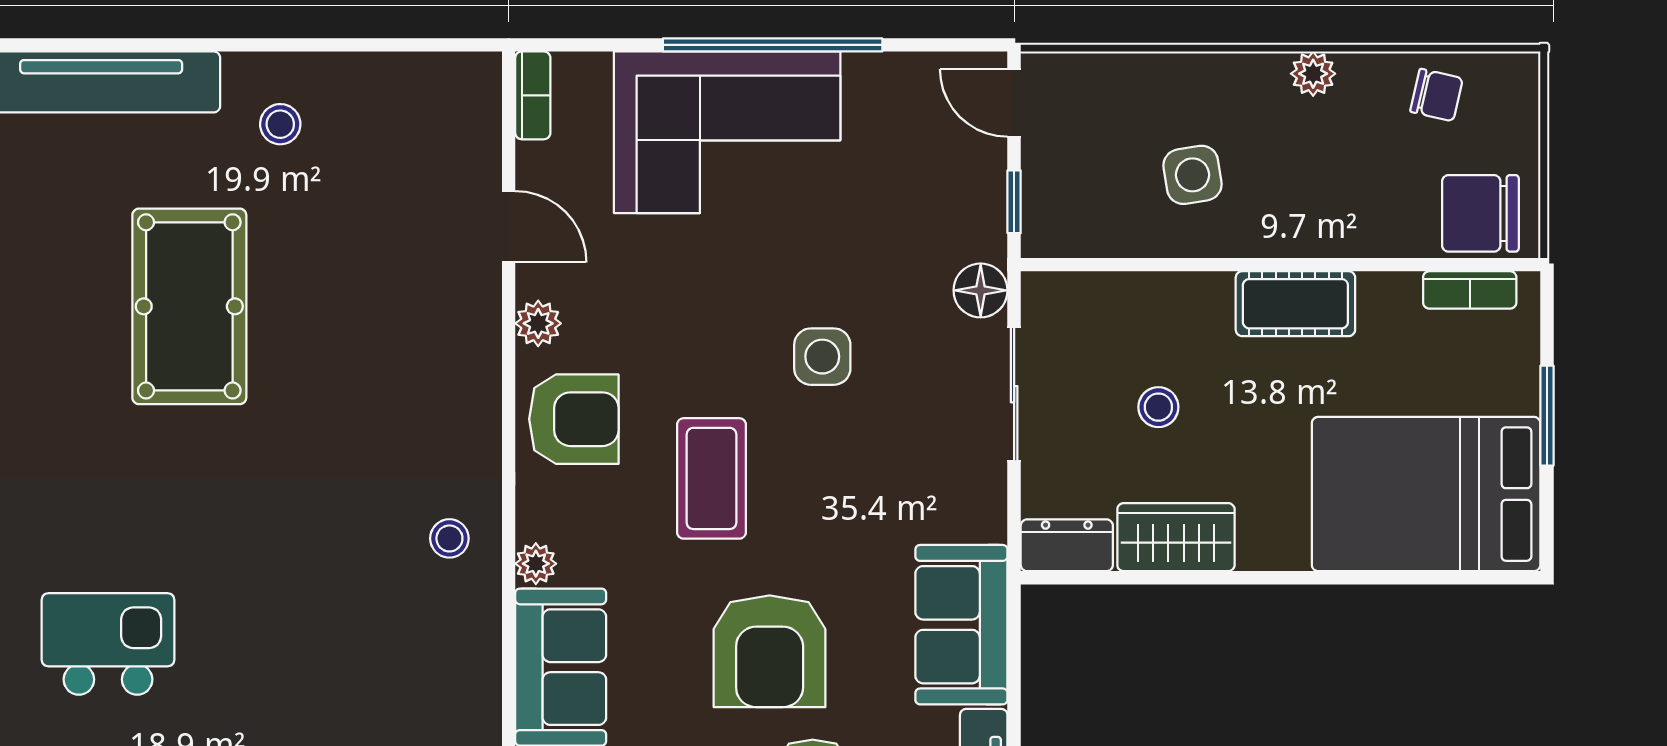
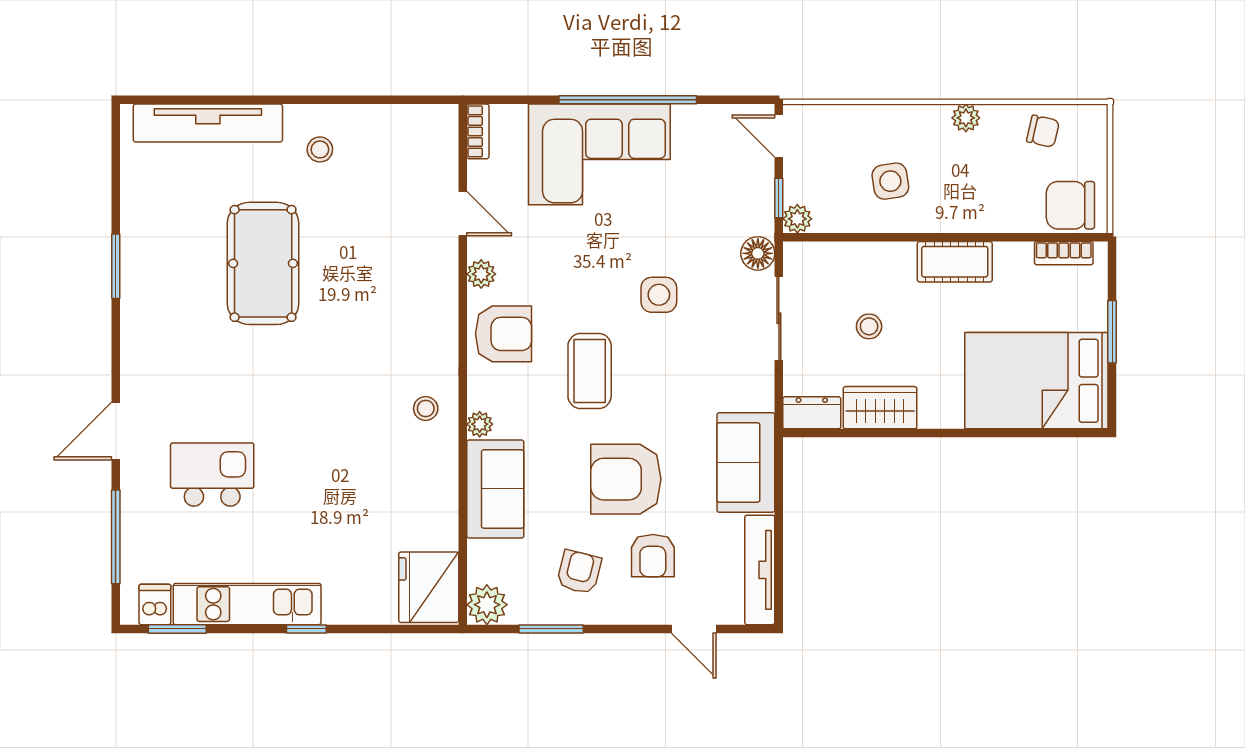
plant: (1044, 235) -> (797, 219), added
armchair: (770, 651) -> (626, 479), turned 90

